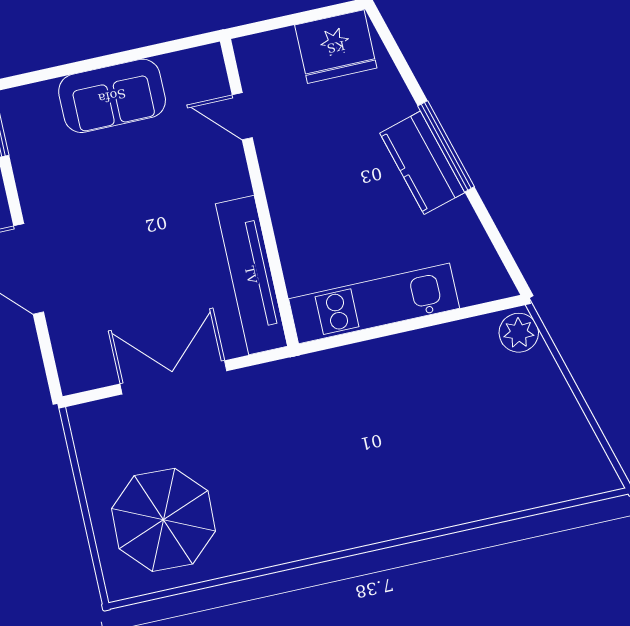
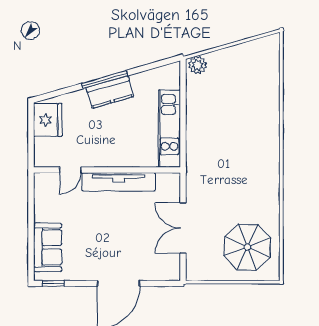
sofa: (112, 96) -> (48, 247), moved
tv unit: (251, 275) -> (119, 182), moved

